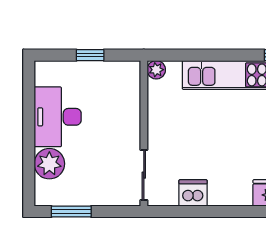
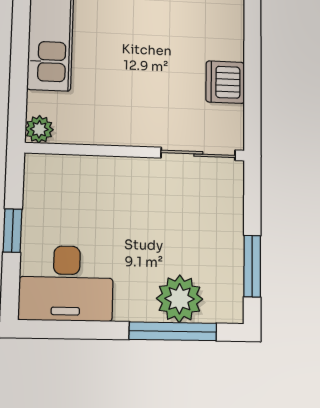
desk: (58, 117) -> (66, 283), moved
window: (29, 160) -> (173, 331), added

